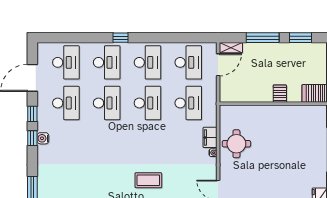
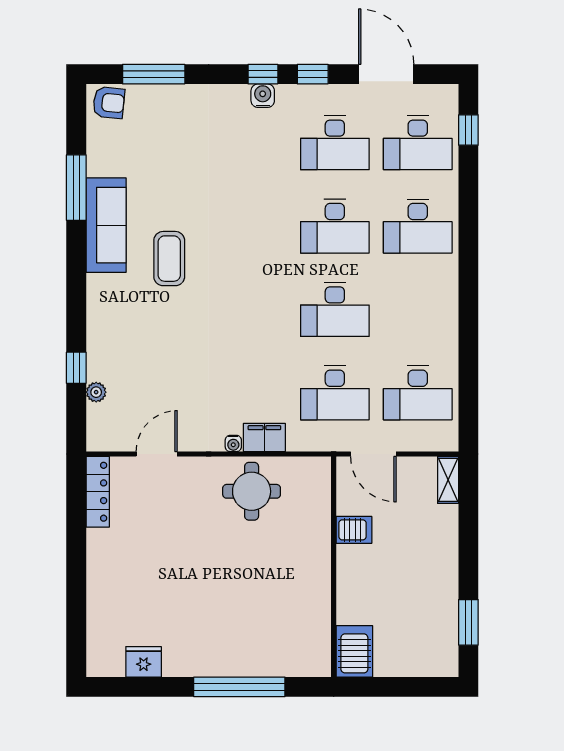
window: (120, 38) -> (468, 130), moved
window: (263, 38) -> (468, 545), removed
desk: (147, 62) -> (418, 309), removed
door: (218, 65) -> (373, 454), moved
server rack: (280, 94) -> (354, 530), moved
coffee table: (148, 180) -> (169, 259), moved

